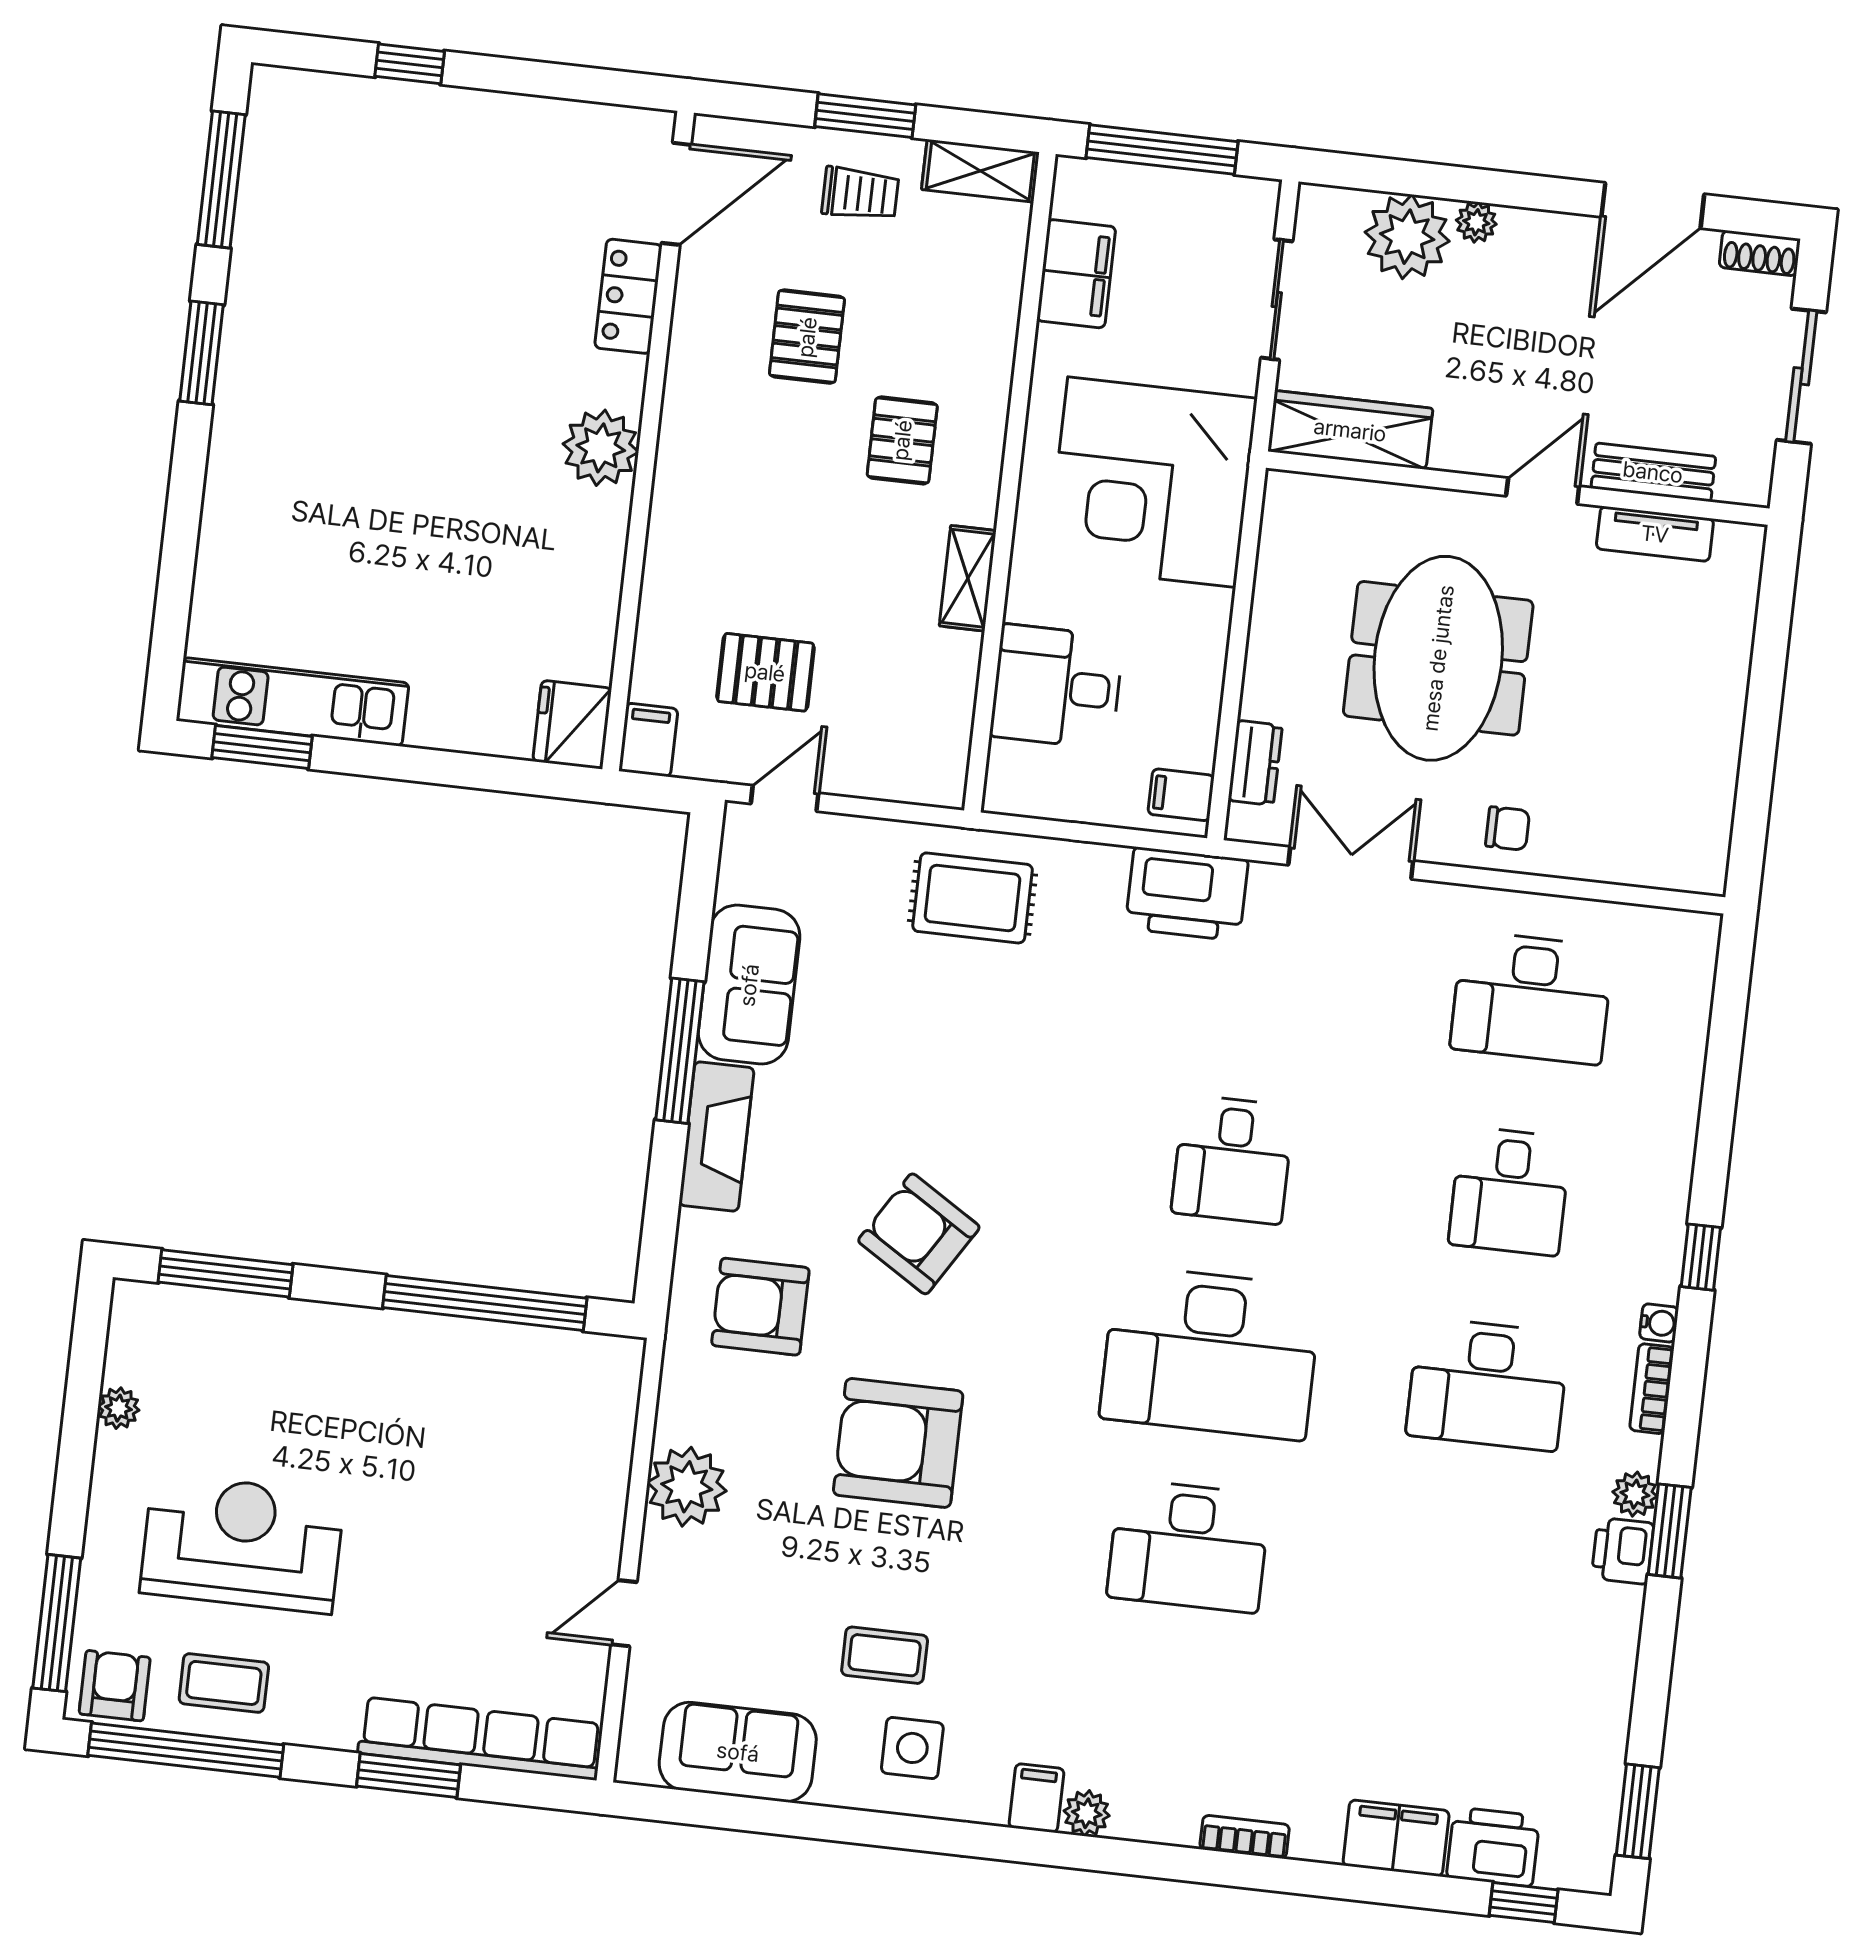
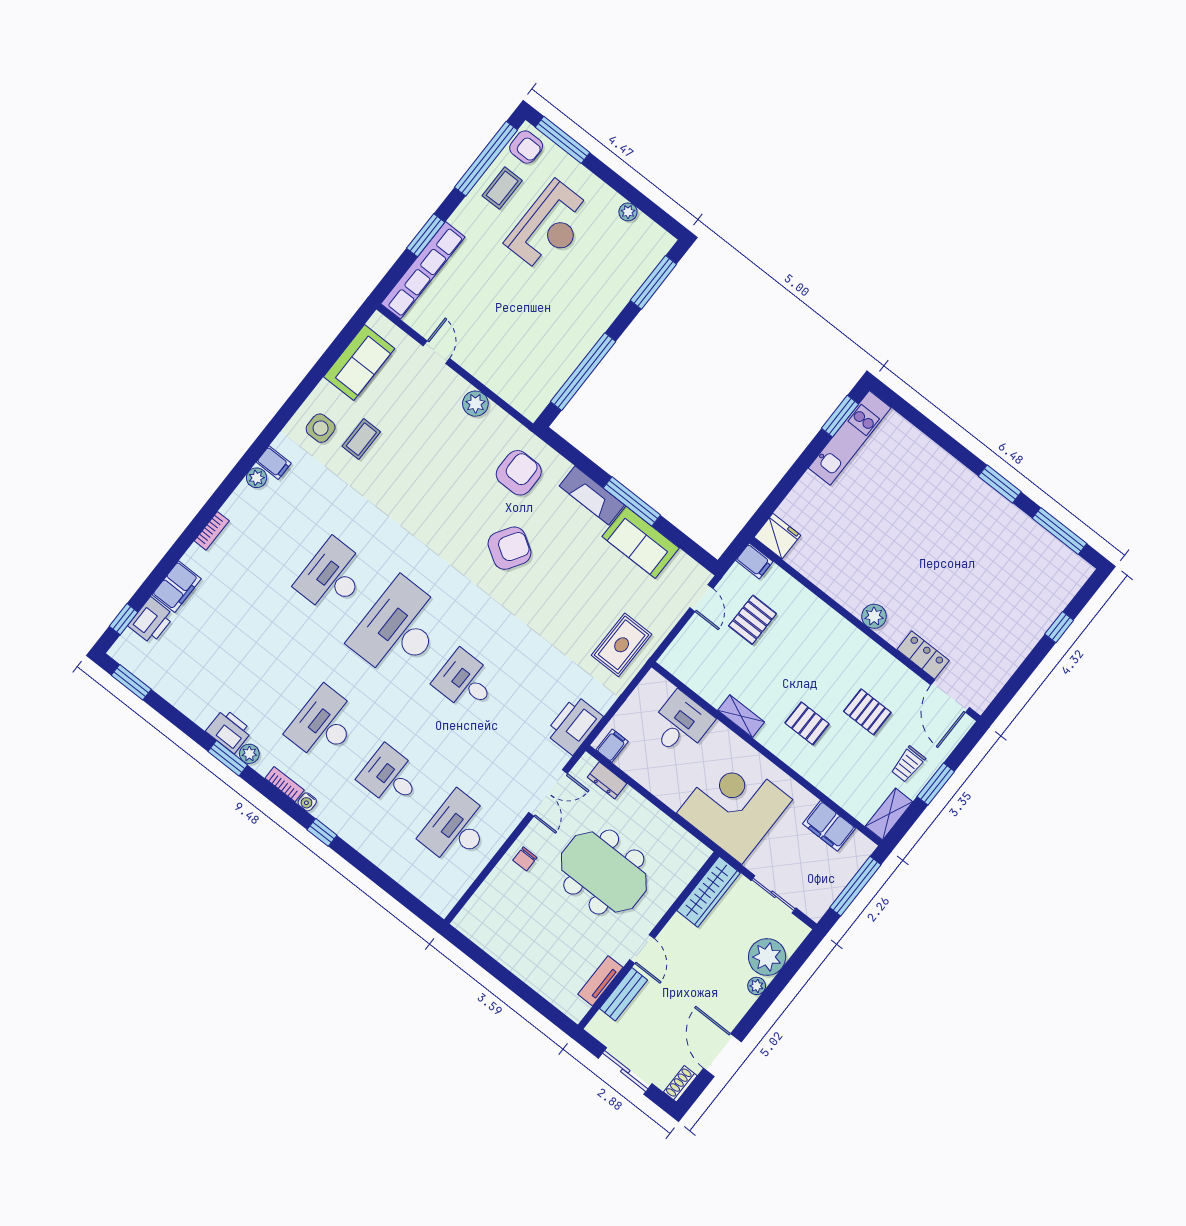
plant: (601, 448) -> (874, 616), width x0.73, depth x0.73
armchair: (898, 1443) -> (437, 493), removed
plant: (687, 1487) -> (475, 404), width x0.73, depth x0.73
printer: (1623, 1551) -> (229, 731), width x1.36, depth x1.24

